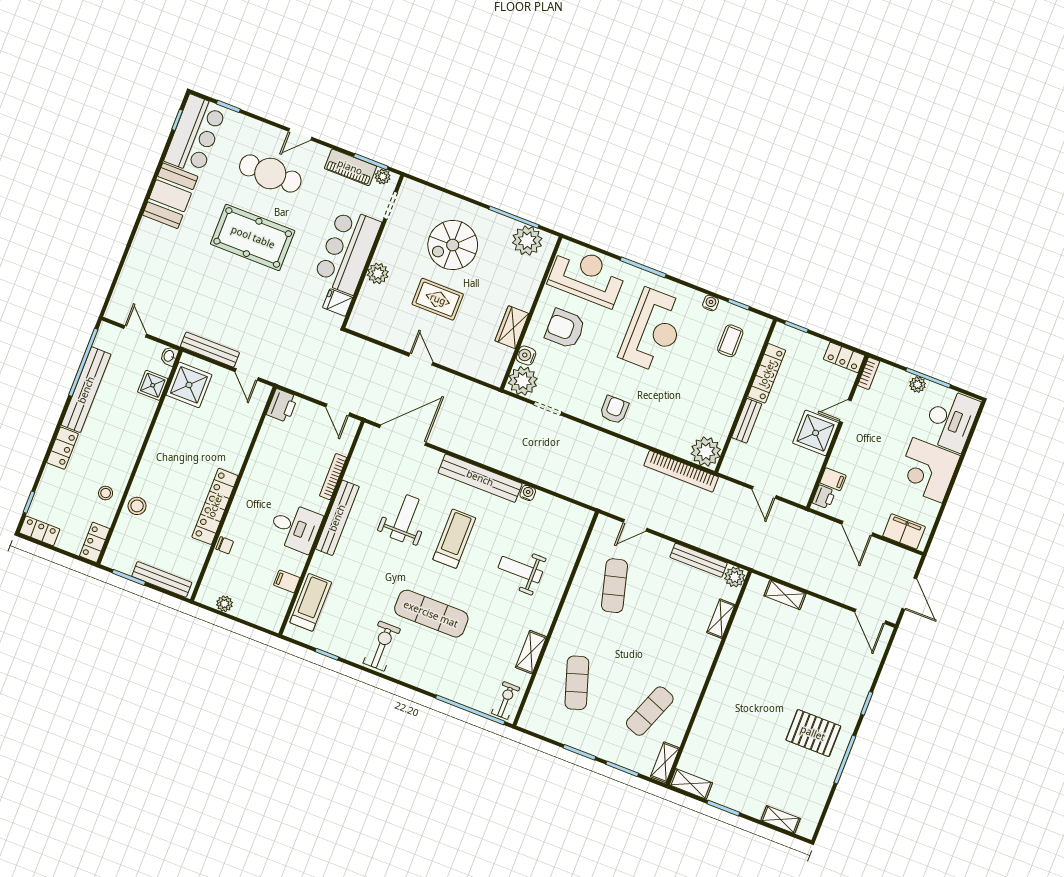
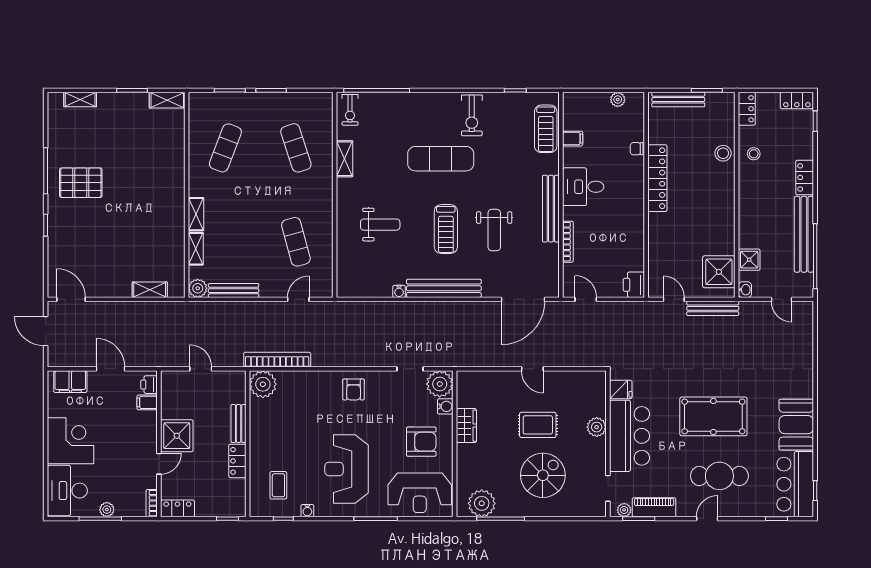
locker: (767, 373) -> (237, 461), width x0.66
shelving: (665, 762) -> (196, 214), moved

